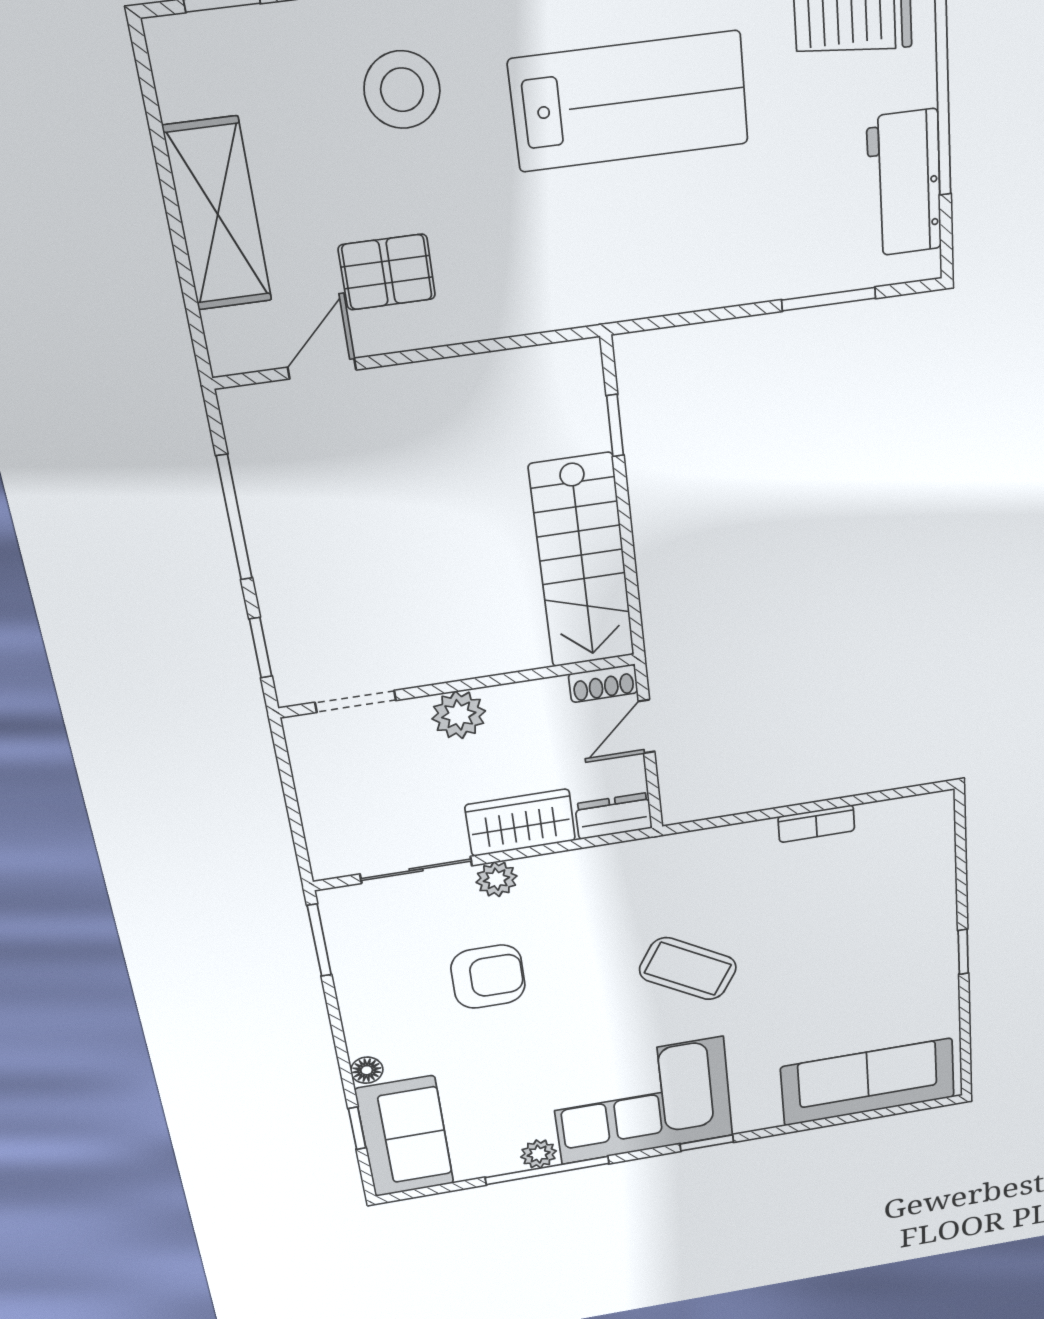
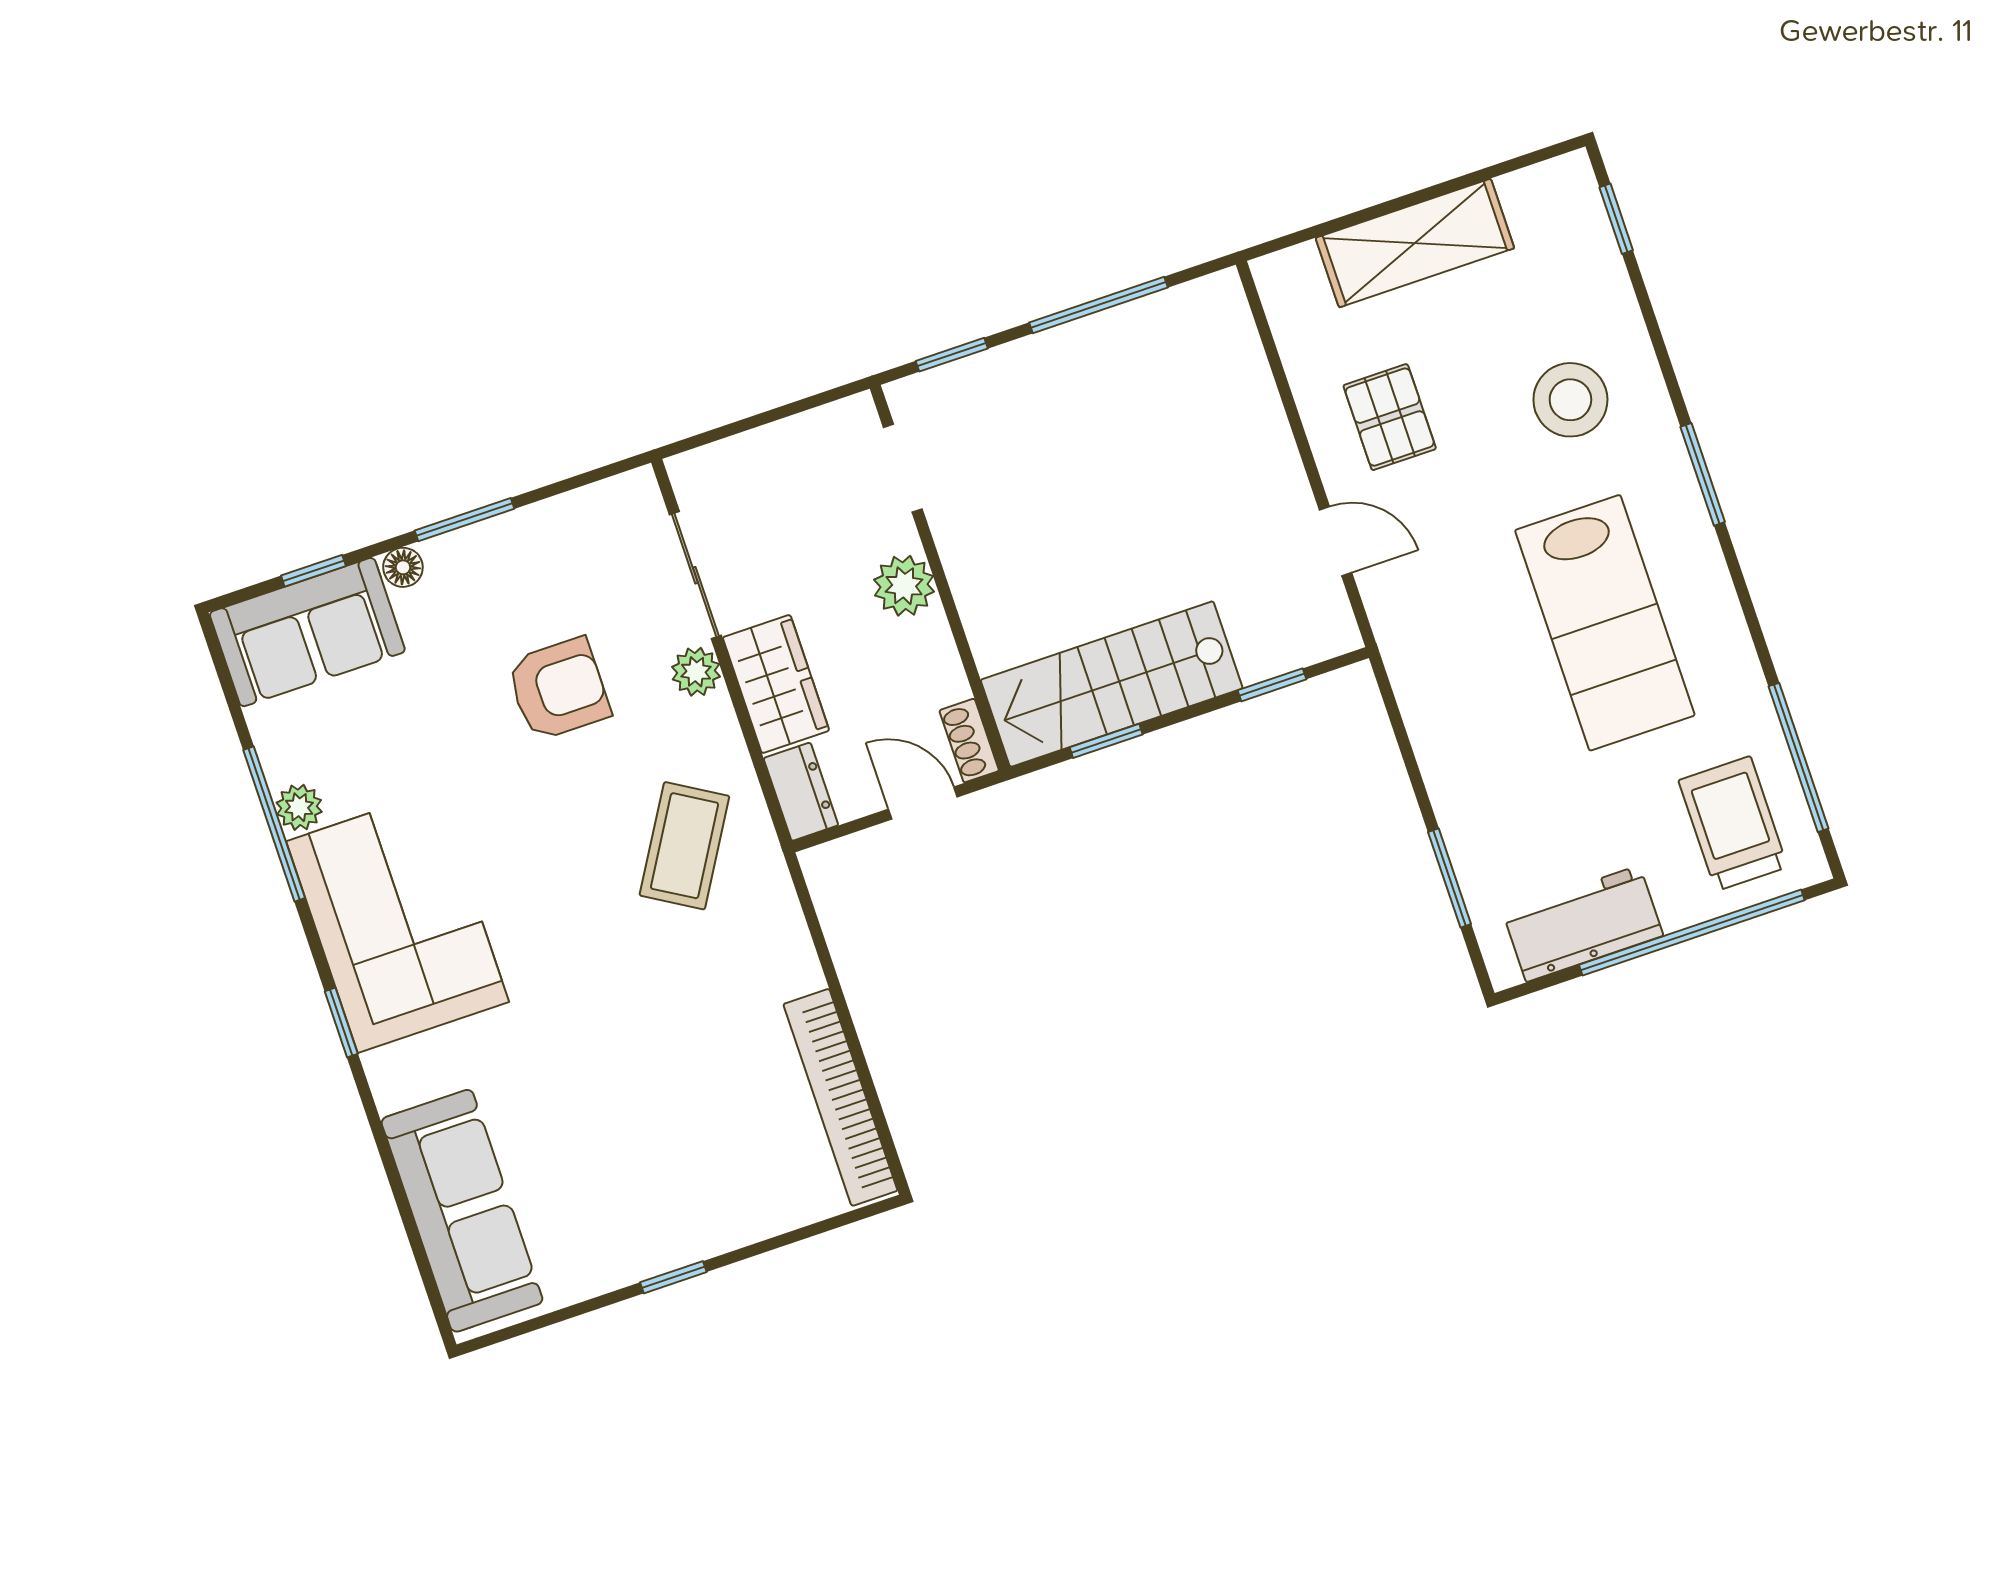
door: (322, 369) -> (1336, 541), moved
window: (631, 574) -> (1106, 741), added
bookcase: (816, 824) -> (840, 1097), width x2.31, depth x1.31
window: (319, 940) -> (464, 520), moved
coffee table: (688, 969) -> (684, 846), moved
armchair: (488, 977) -> (558, 689), turned -90

